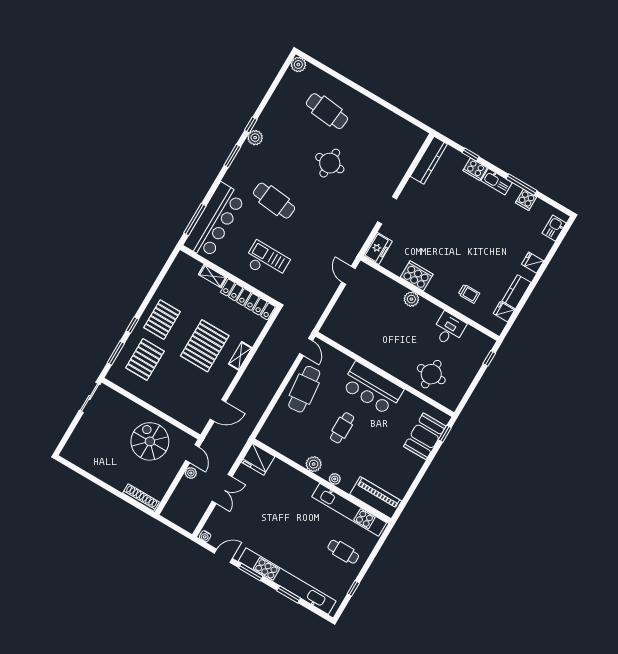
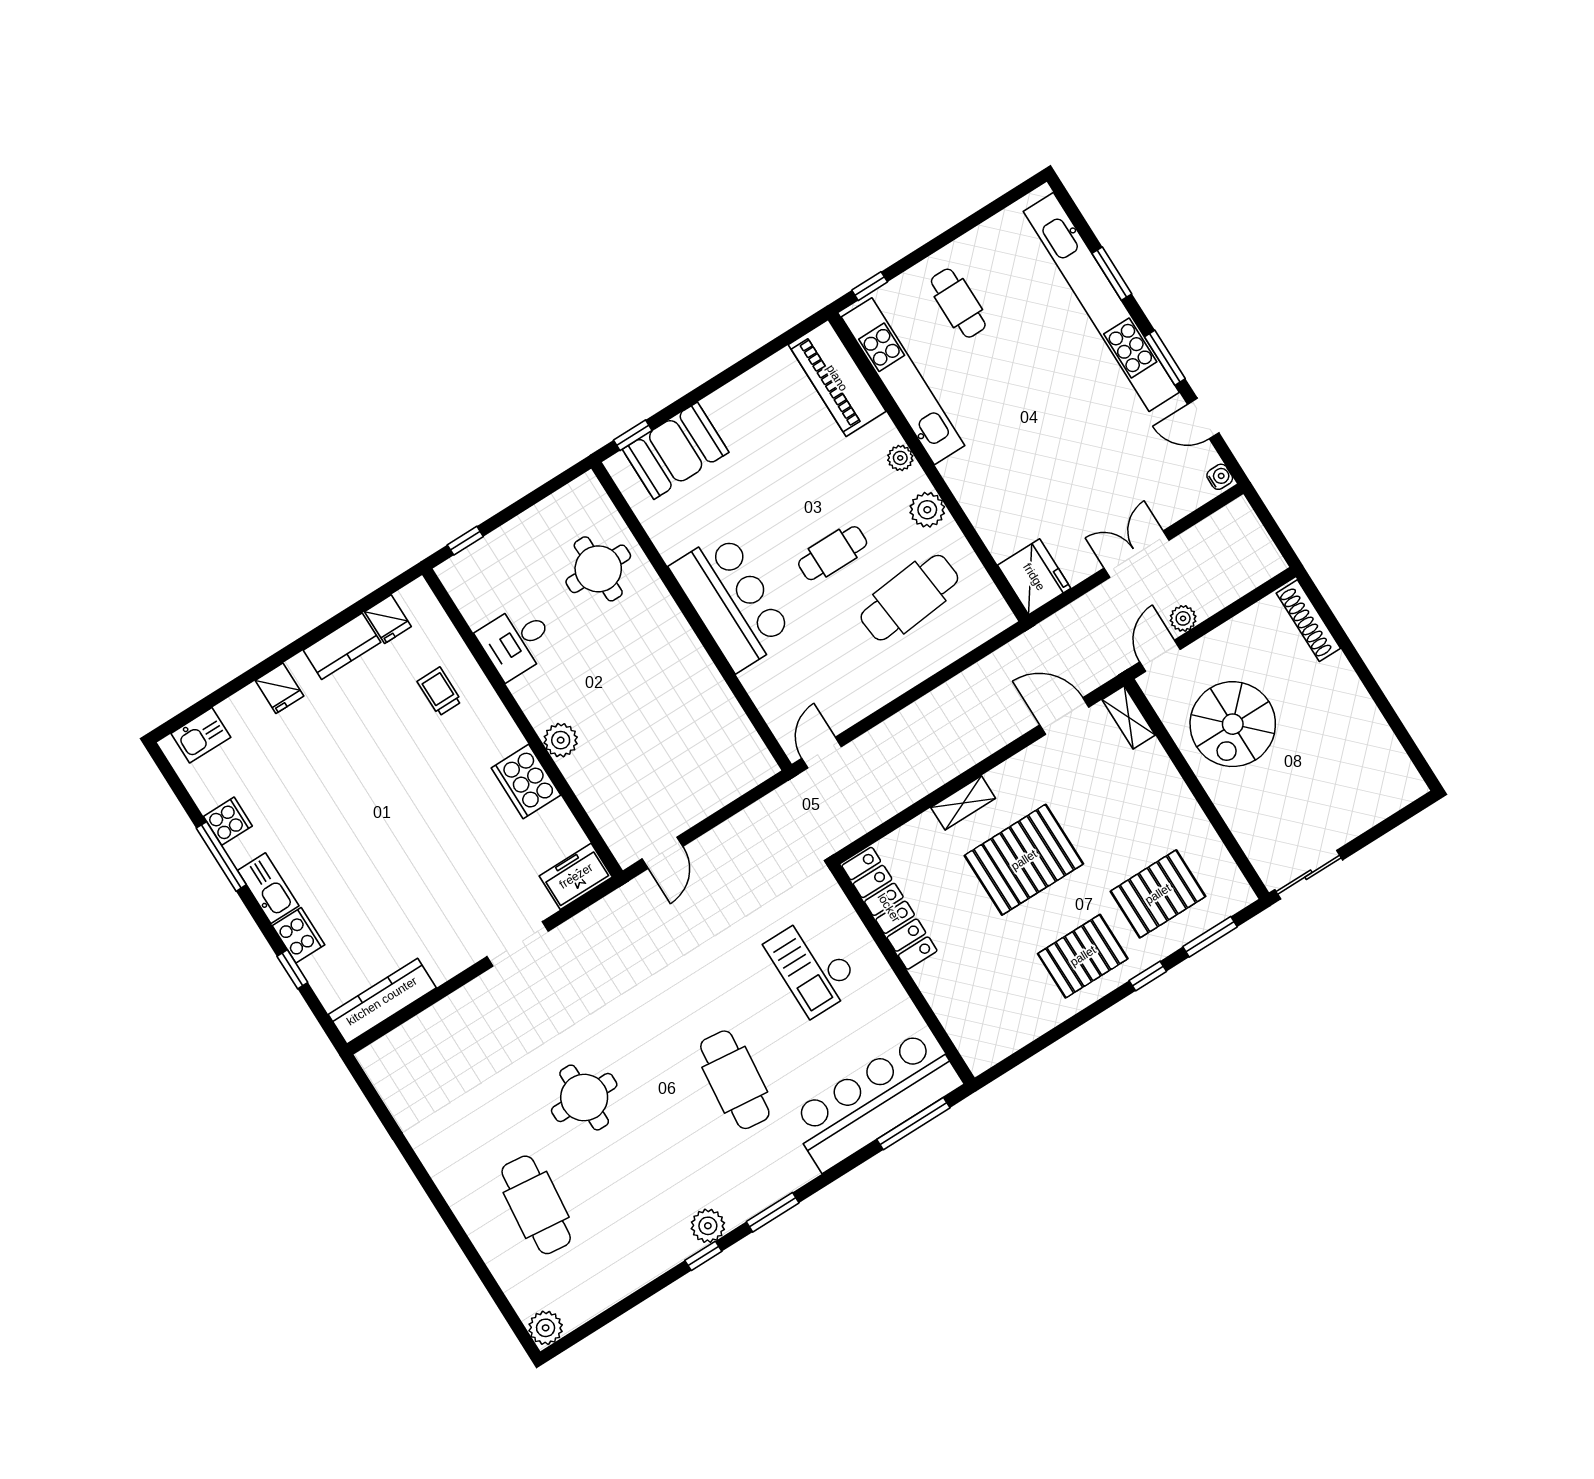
shelving: (213, 276) -> (1129, 717), moved
cafe table: (304, 389) -> (909, 598), moved
window: (353, 588) -> (870, 286), moved

